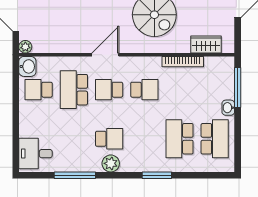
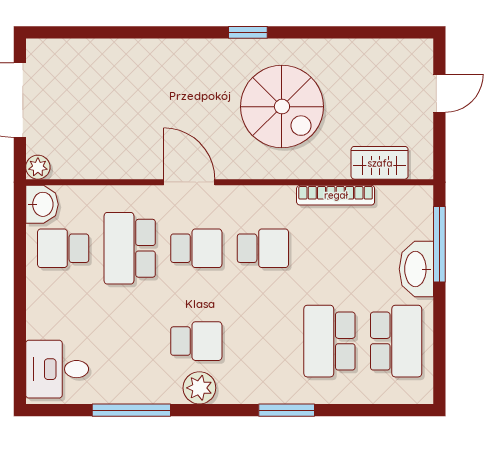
door: (105, 55) -> (189, 182), hinge flipped
school desk: (109, 90) -> (196, 248), turned 180
washbasin: (228, 108) -> (416, 269), width x1.91, depth x1.45

